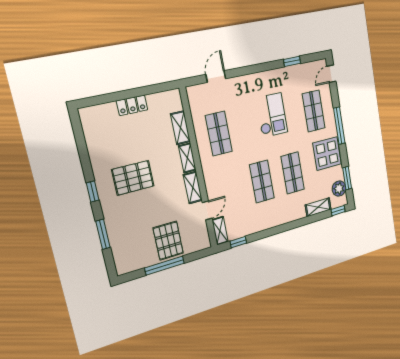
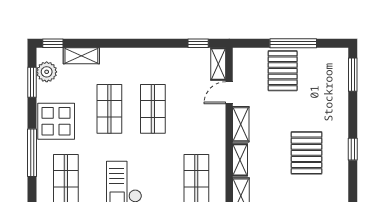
pallet: (133, 178) -> (306, 153), turned 90
window: (103, 234) -> (353, 75), moved

